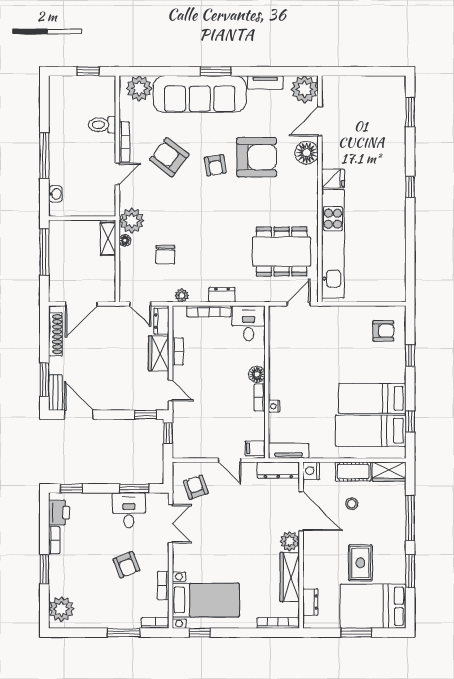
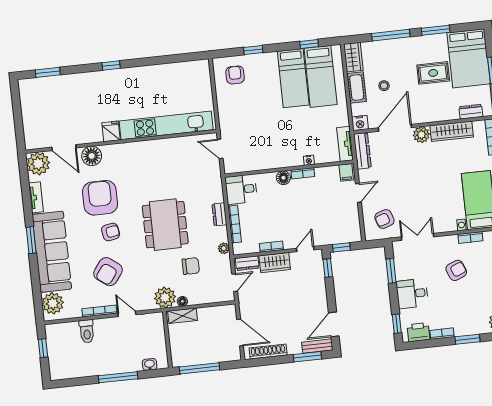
dining table: (282, 252) -> (165, 225), moved
desk: (129, 510) -> (412, 294), moved

